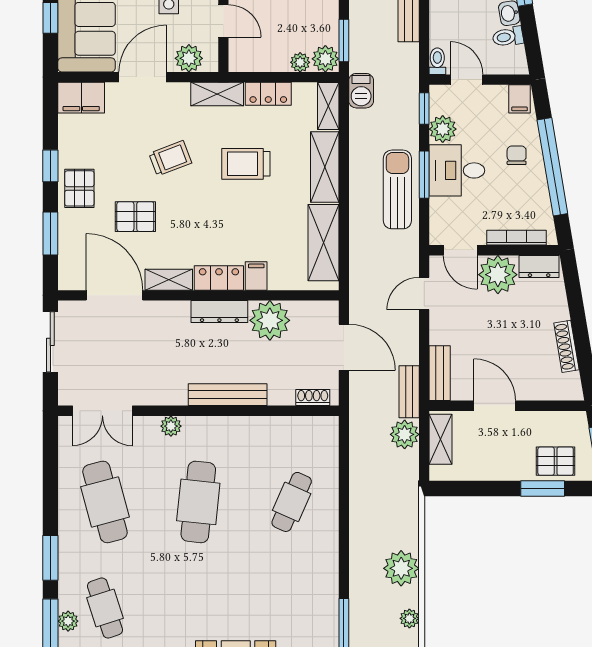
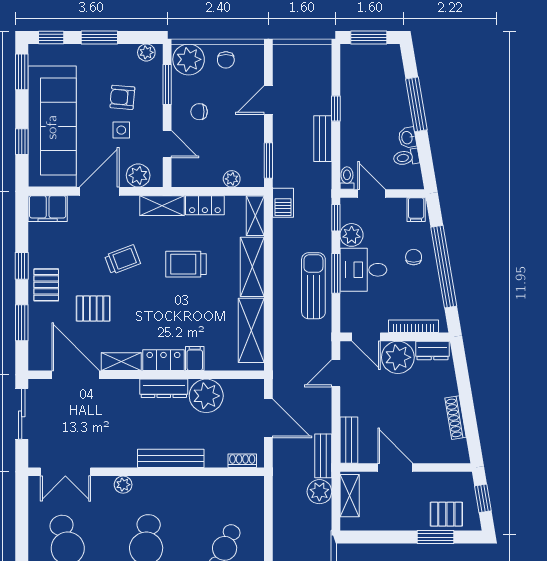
plant: (325, 59) -> (253, 176), removed

